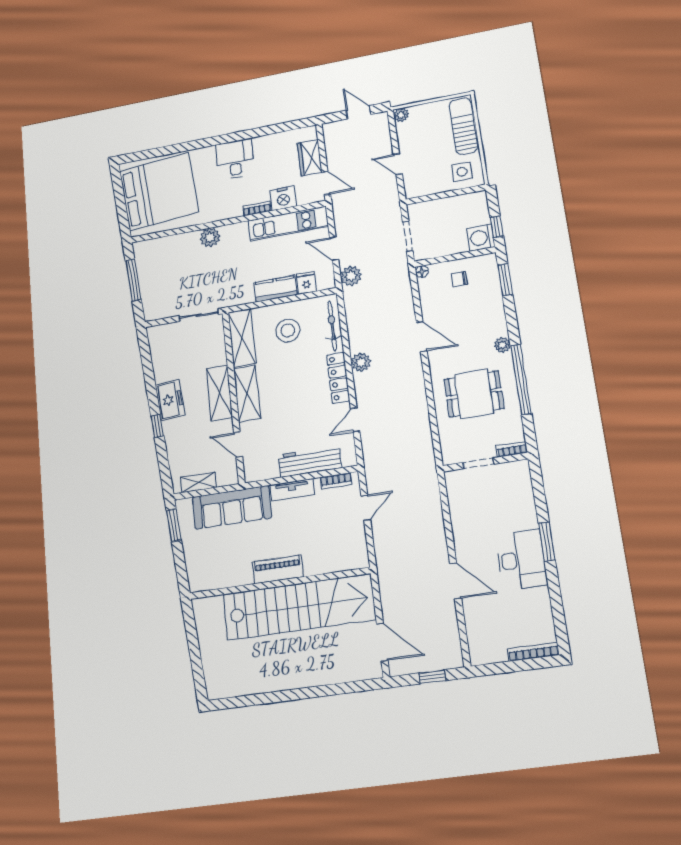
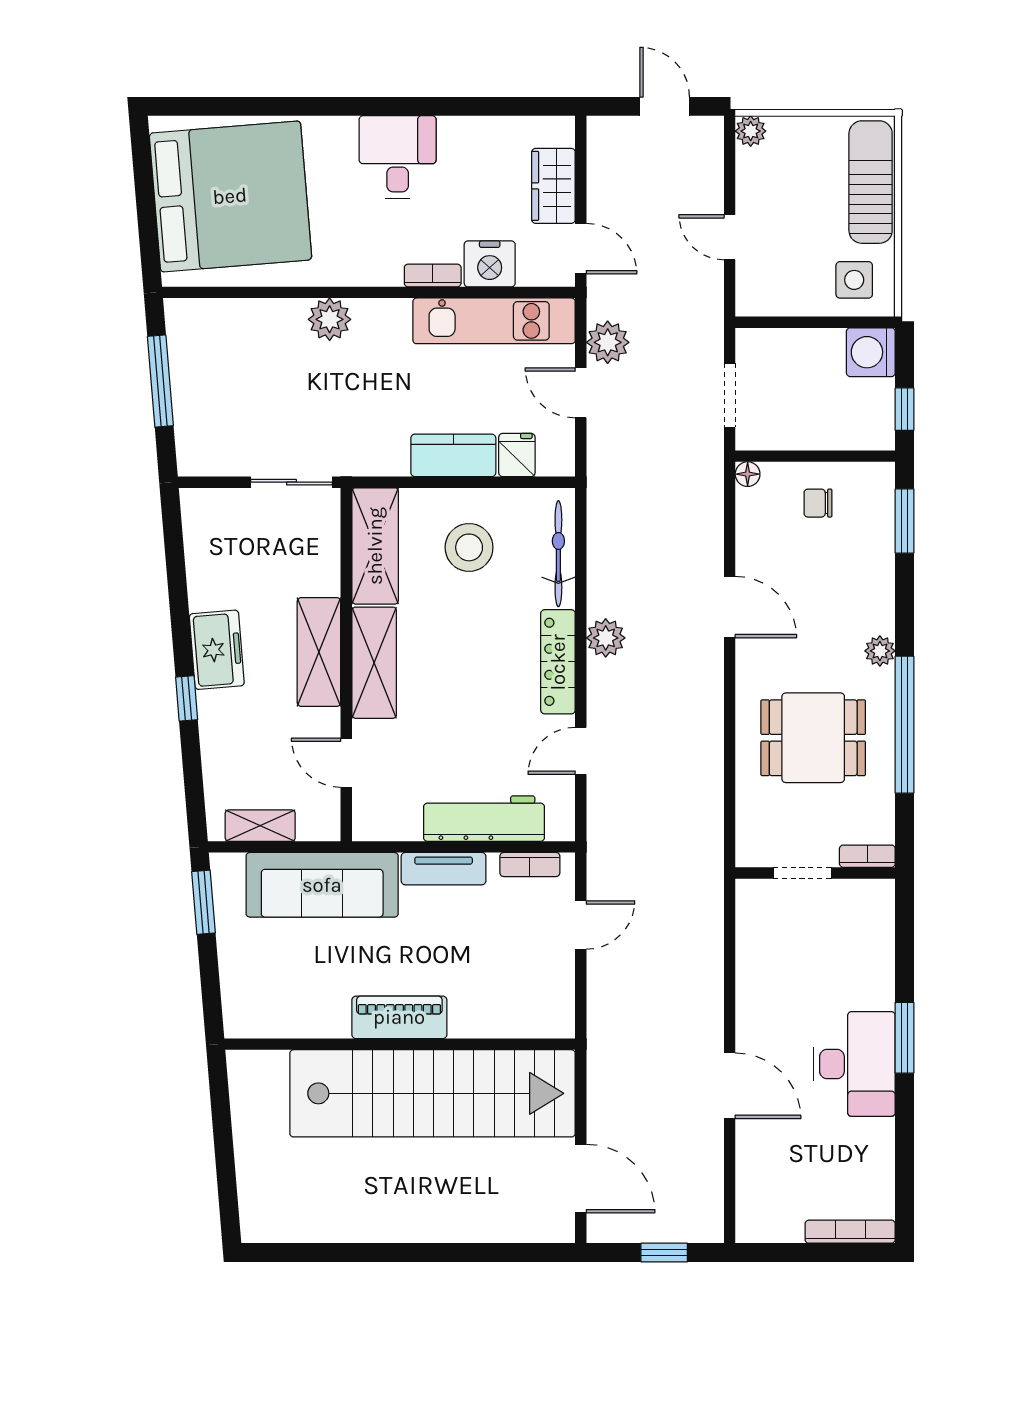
washing machine: (481, 238) -> (871, 352), moved
plant: (351, 276) -> (608, 342), moved

